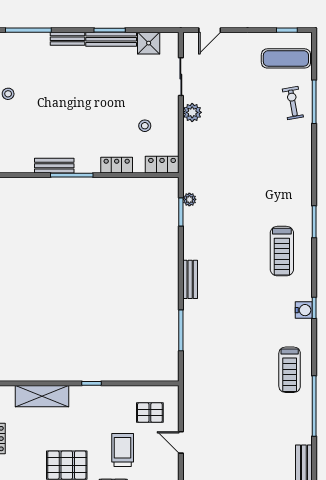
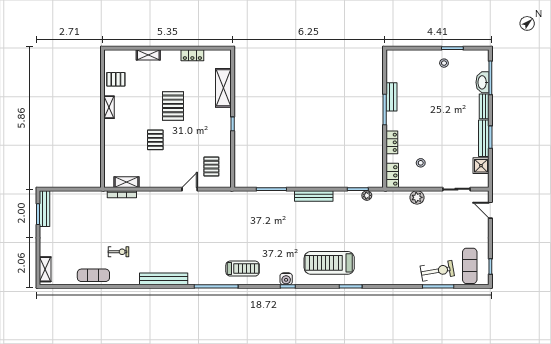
washbasin: (34, 41) -> (482, 82), added
exercise bike: (293, 103) -> (437, 271), width x1.38, depth x1.39
plant: (192, 112) -> (417, 197), moved
treadmill: (282, 251) -> (329, 263), width x1.37, depth x1.38
bench: (190, 279) -> (314, 196), width x1.36
treadmill: (290, 370) -> (243, 269), turned 180
trolley: (123, 450) -> (184, 147), removed

